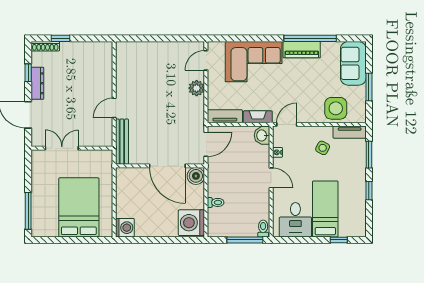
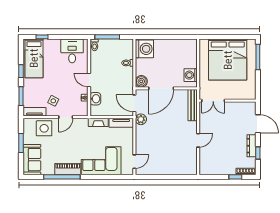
plant: (197, 88) -> (141, 119), moved
door: (114, 108) -> (198, 140), moved
door: (287, 124) -> (66, 117), moved
washbasin: (262, 135) -> (95, 99), moved
door: (206, 144) -> (134, 103), hinge flipped
double door: (62, 148) -> (213, 101), moved
door: (167, 166) -> (161, 88), swing flipped
bed: (79, 207) -> (228, 60), width x1.36
bed: (325, 209) -> (34, 58), moved
washing machine: (125, 228) -> (191, 75), moved

